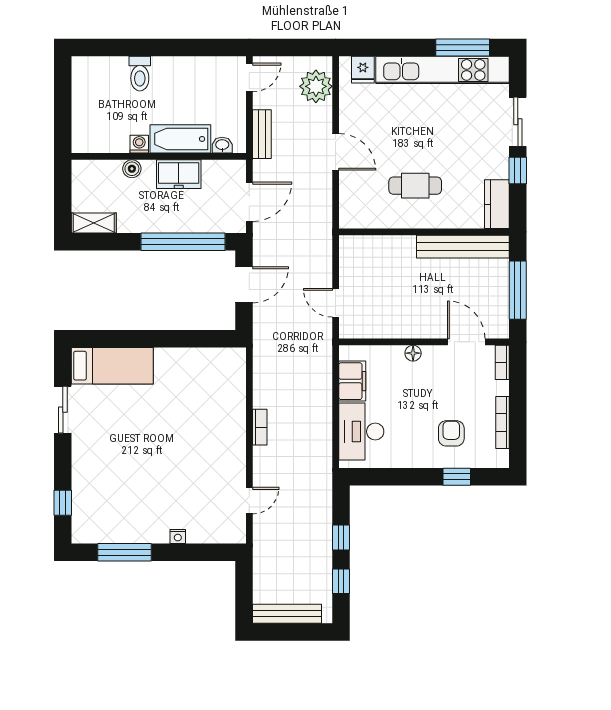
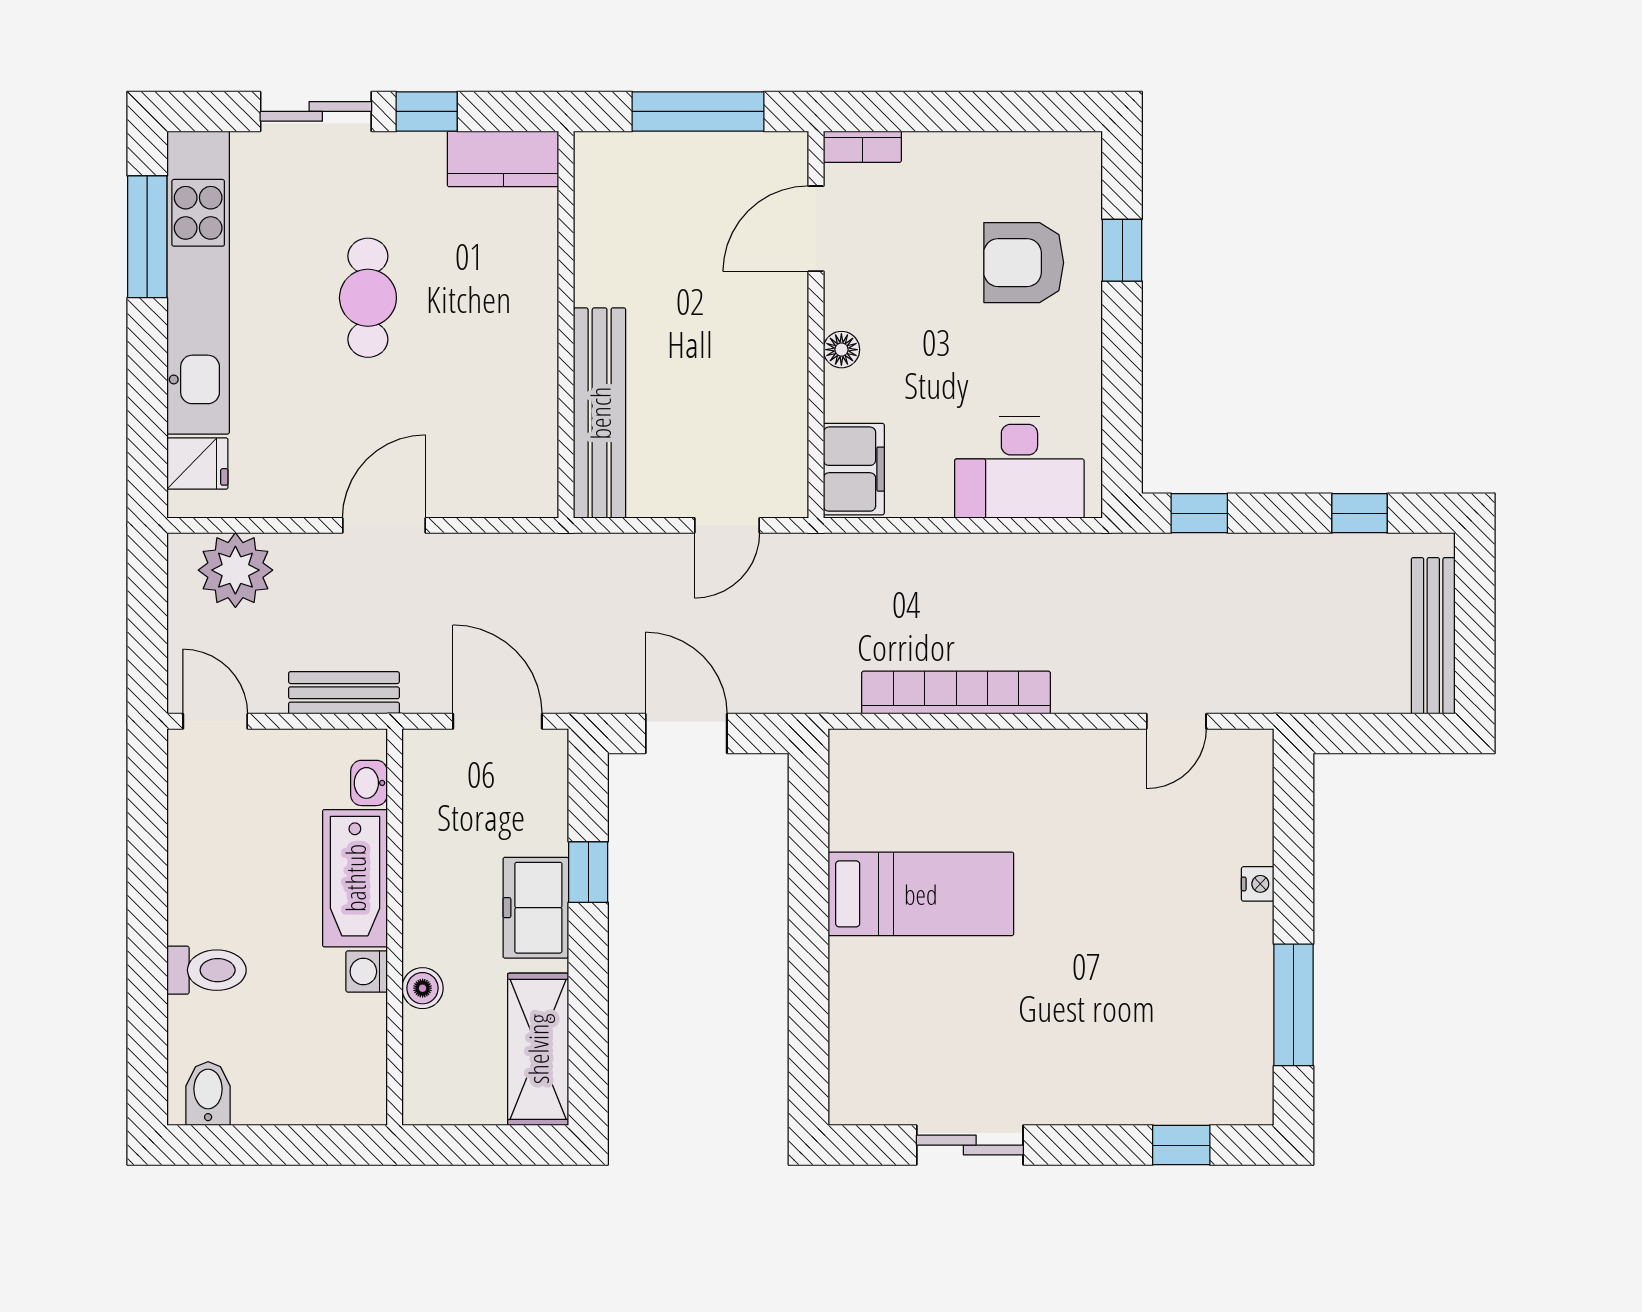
bidet: (86, 74) -> (208, 1093), added
freezer: (179, 174) -> (536, 908), moved, turned 180
cafe table: (415, 186) -> (368, 298), moved
shelving: (94, 223) -> (538, 1049), width x1.50, depth x1.33
window: (183, 242) -> (588, 872), width x0.32
bench: (463, 247) -> (600, 413), moved
bed: (112, 366) -> (921, 894), moved, turned 90
filing cabinet: (352, 381) -> (854, 469), moved, turned 90
bookcase: (503, 423) -> (999, 146), removed
bookcase: (260, 427) -> (956, 693), width x2.31, depth x1.31
armchair: (451, 433) -> (1024, 263), width x1.38, depth x1.38
door: (249, 501) -> (1176, 721), swing flipped
window: (341, 538) -> (1199, 513), moved

